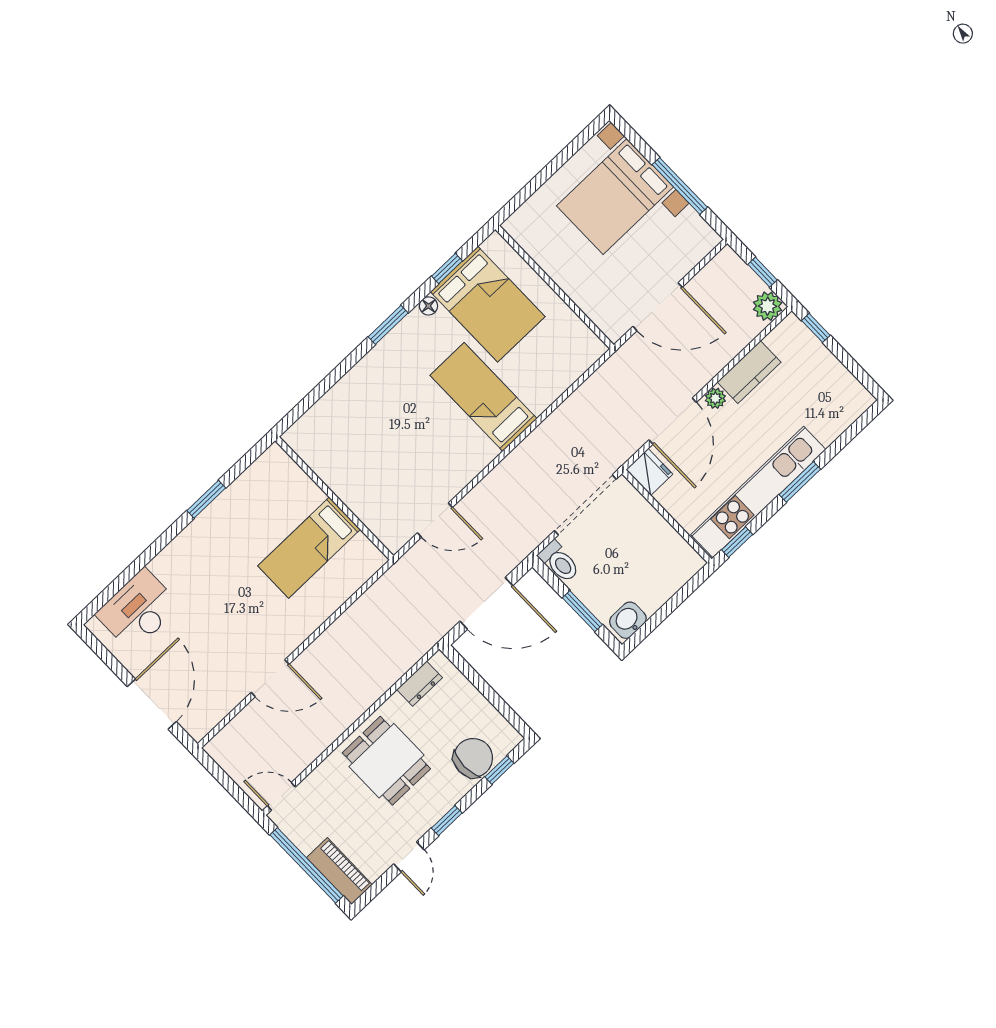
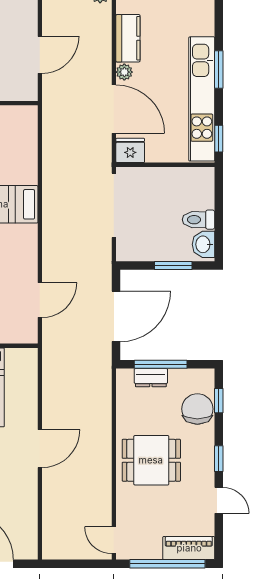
door: (658, 307) -> (40, 55), width x0.73
toilet: (559, 562) -> (199, 220), moved, turned 180
door: (270, 678) -> (40, 449), moved
dresser: (420, 684) -> (151, 378), moved, turned 90
window: (482, 686) -> (161, 364), added
door: (281, 796) -> (114, 540), hinge flipped

